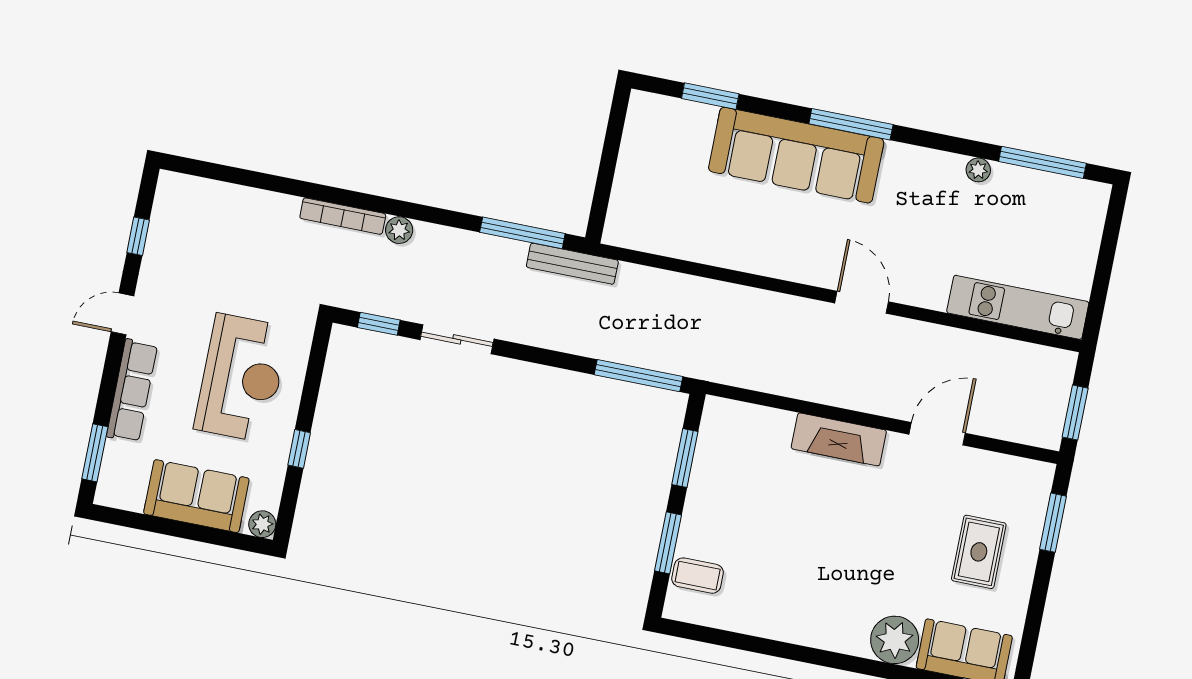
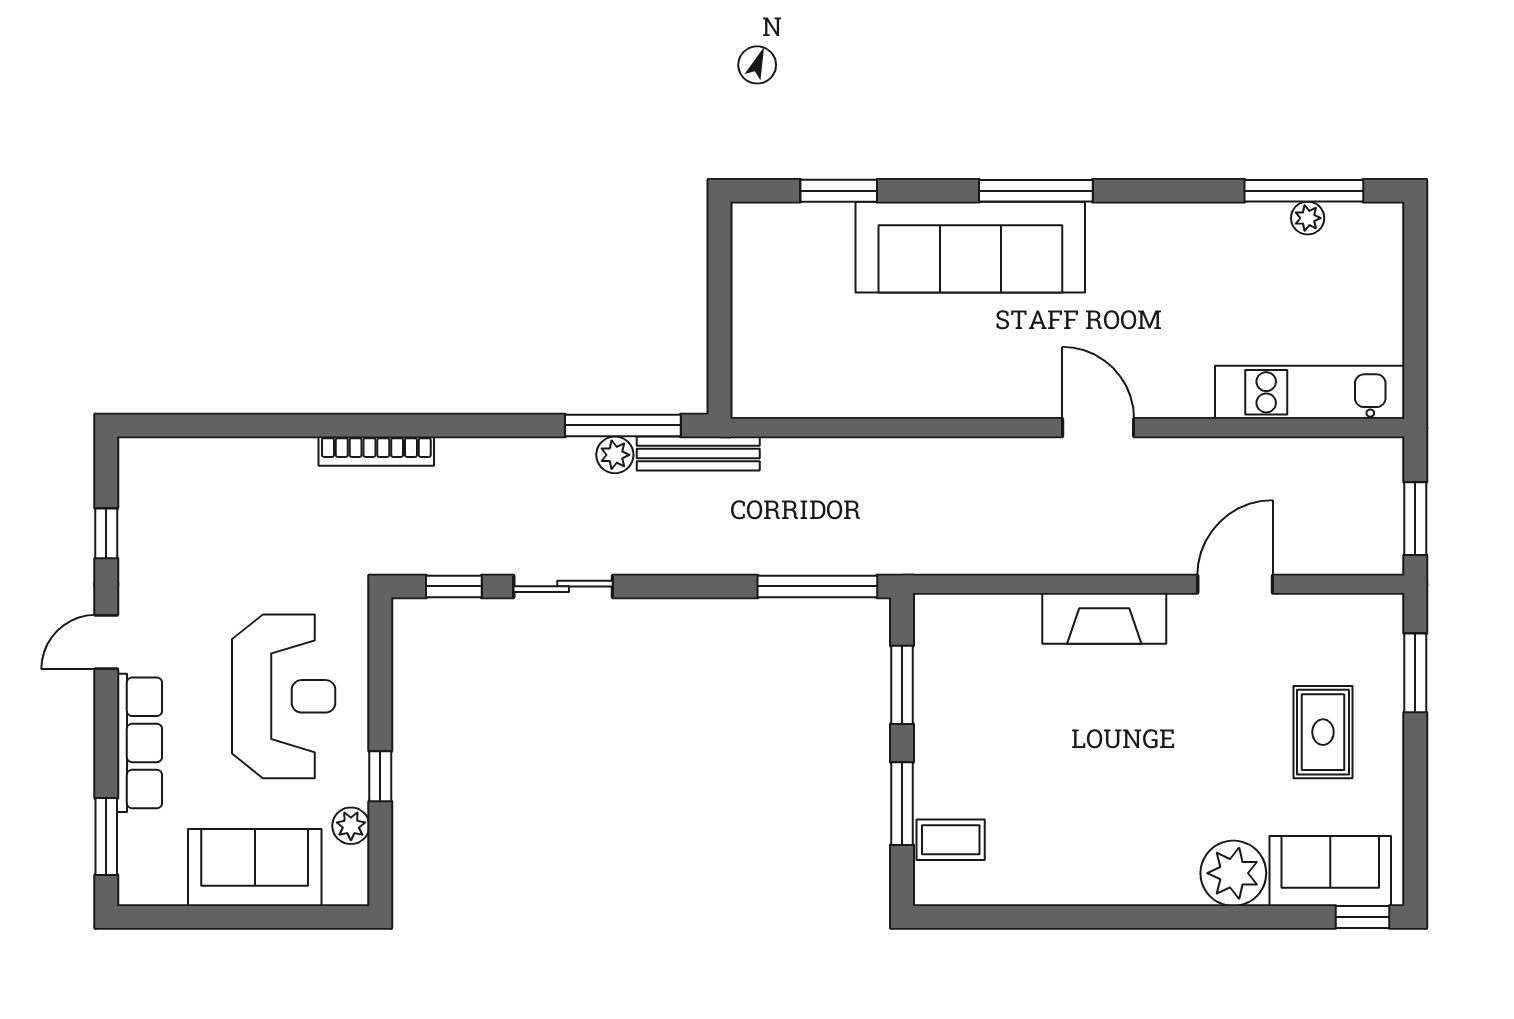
plant: (978, 170) -> (1308, 218), moved
plant: (399, 230) -> (615, 455), moved
plant: (262, 524) -> (351, 826), moved

